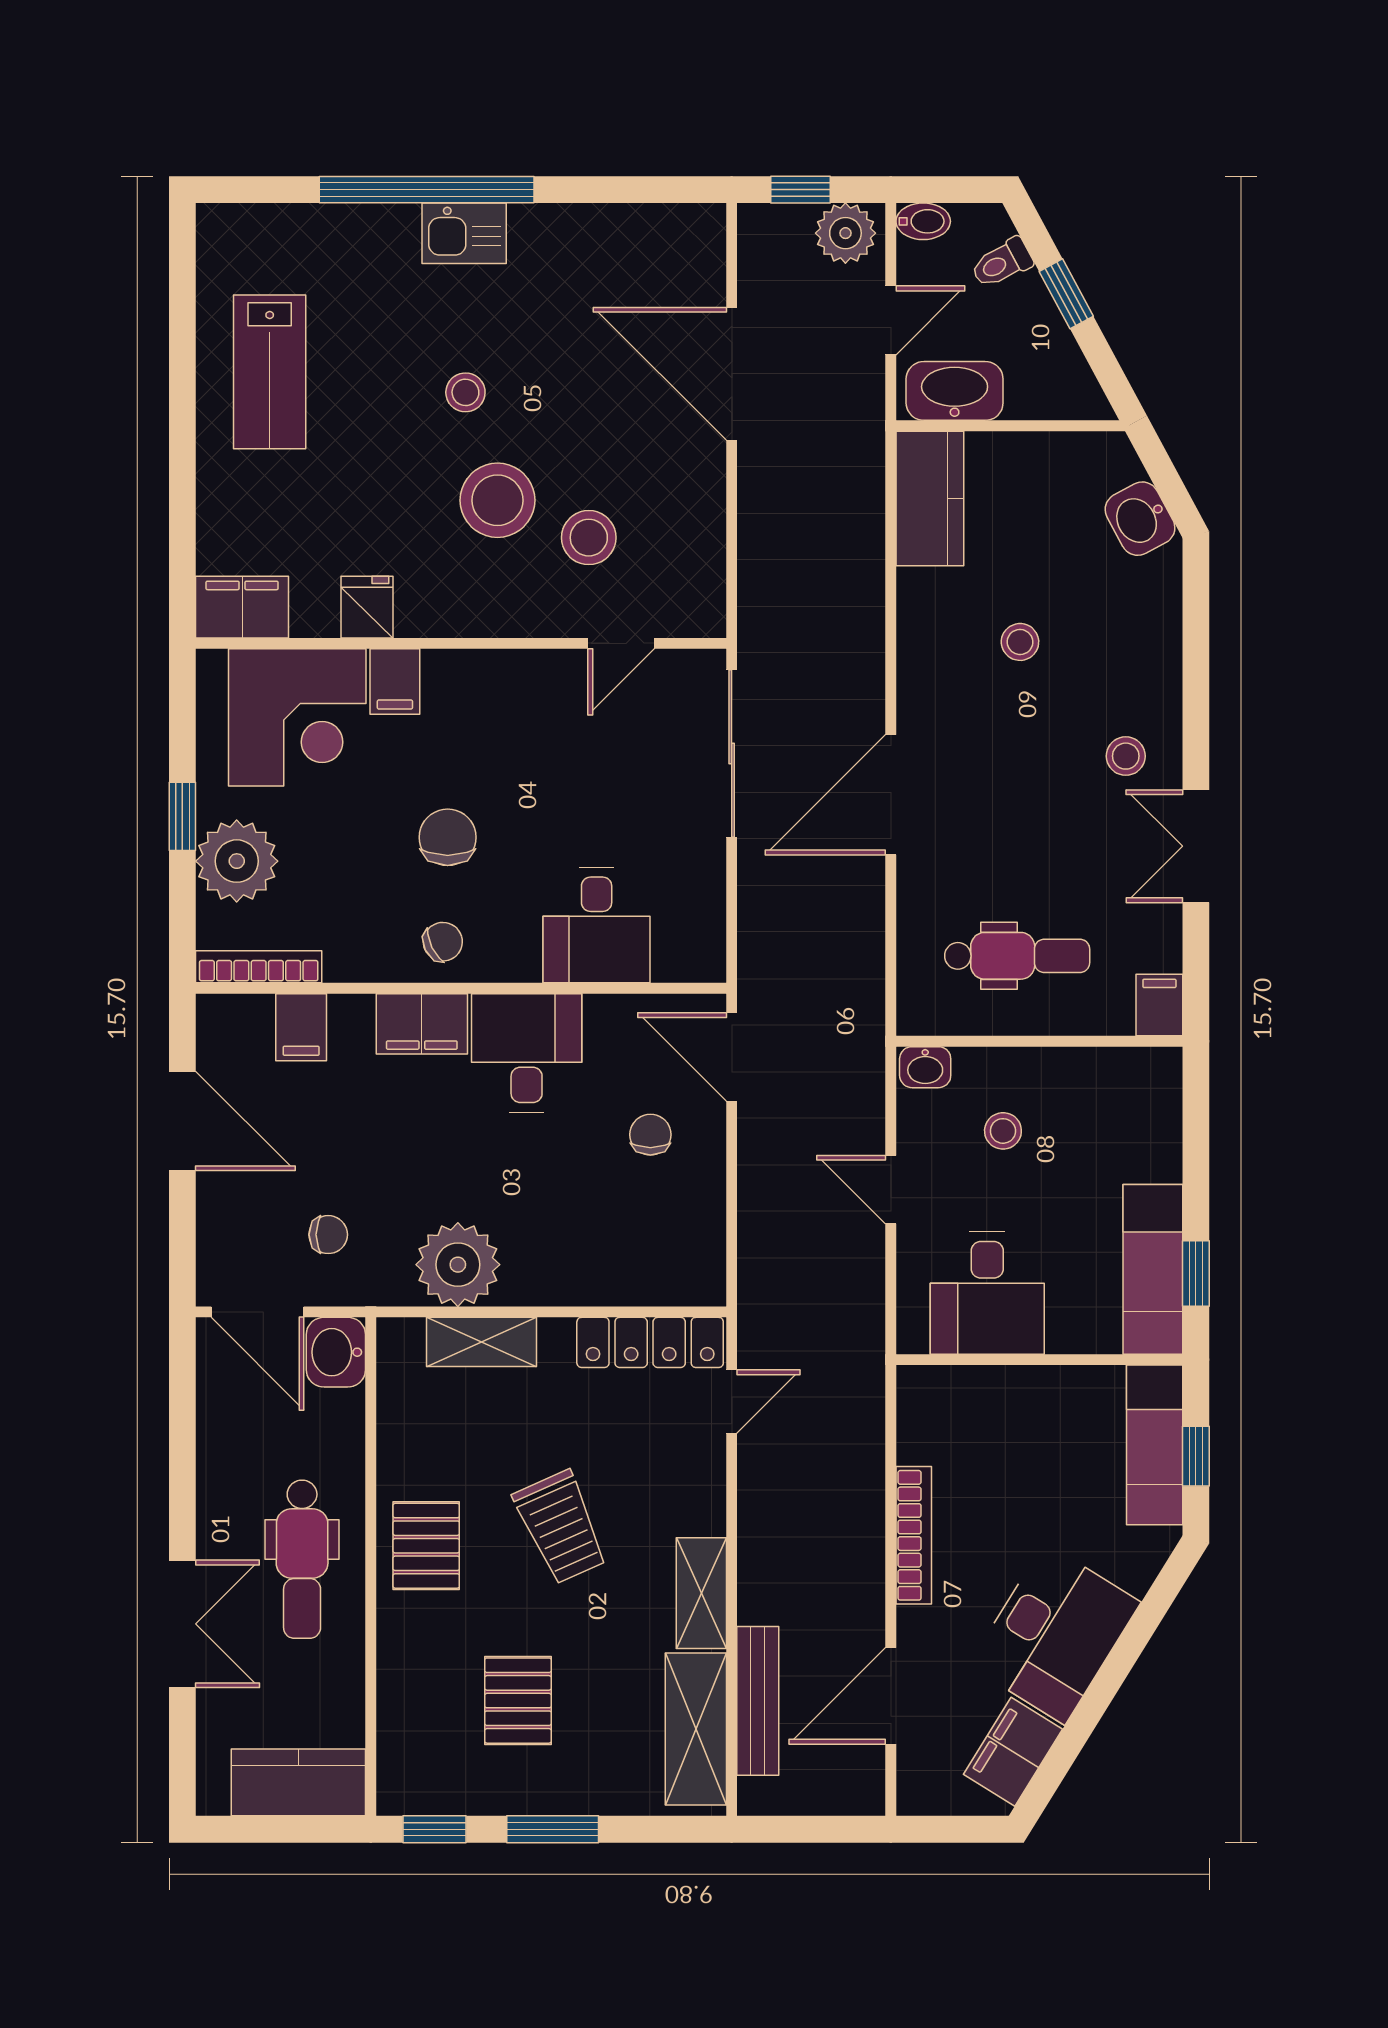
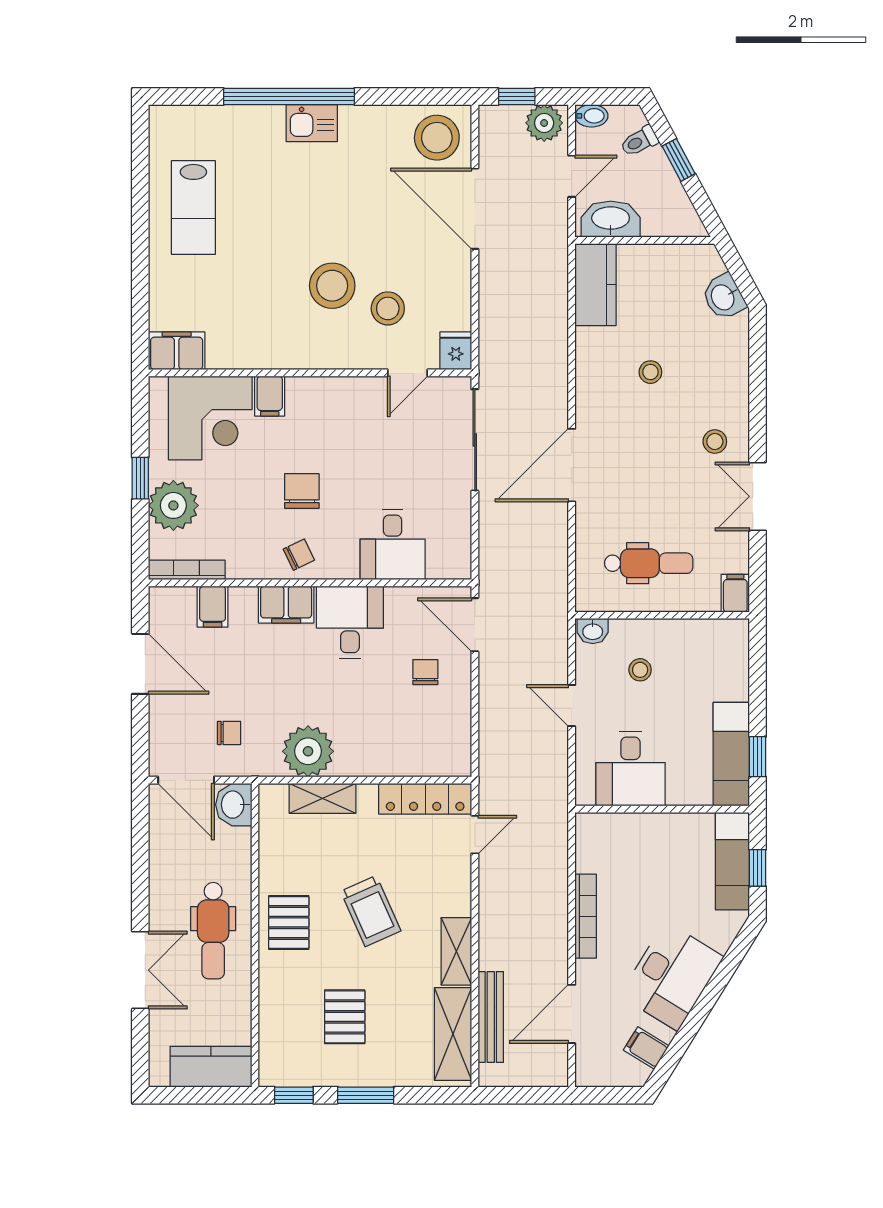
stool: (465, 392) -> (437, 138), moved, width x1.89, depth x1.89
fridge: (367, 607) -> (456, 351), moved
filing cabinet: (1013, 1752) -> (646, 1048), width x0.50

